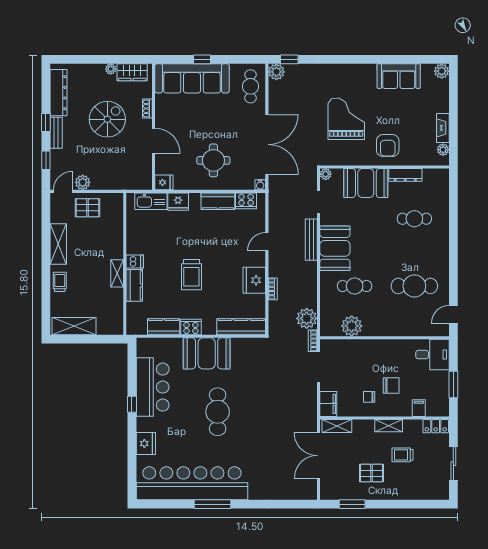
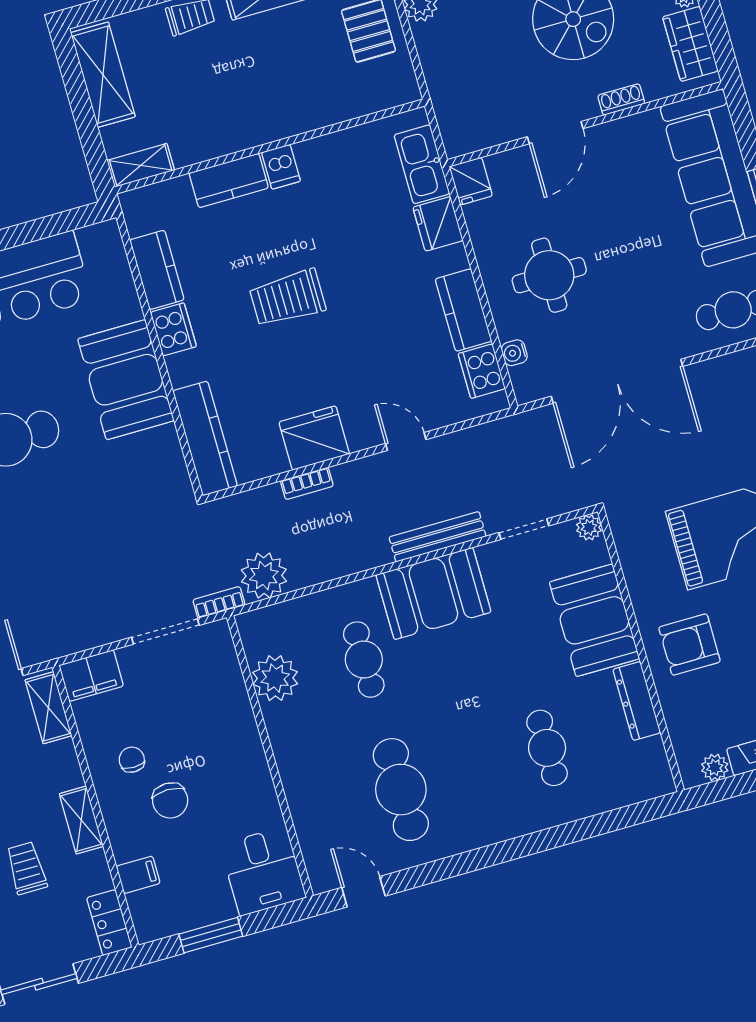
water cooler: (260, 185) -> (514, 353), moved
shelving: (117, 273) -> (141, 165), moved

